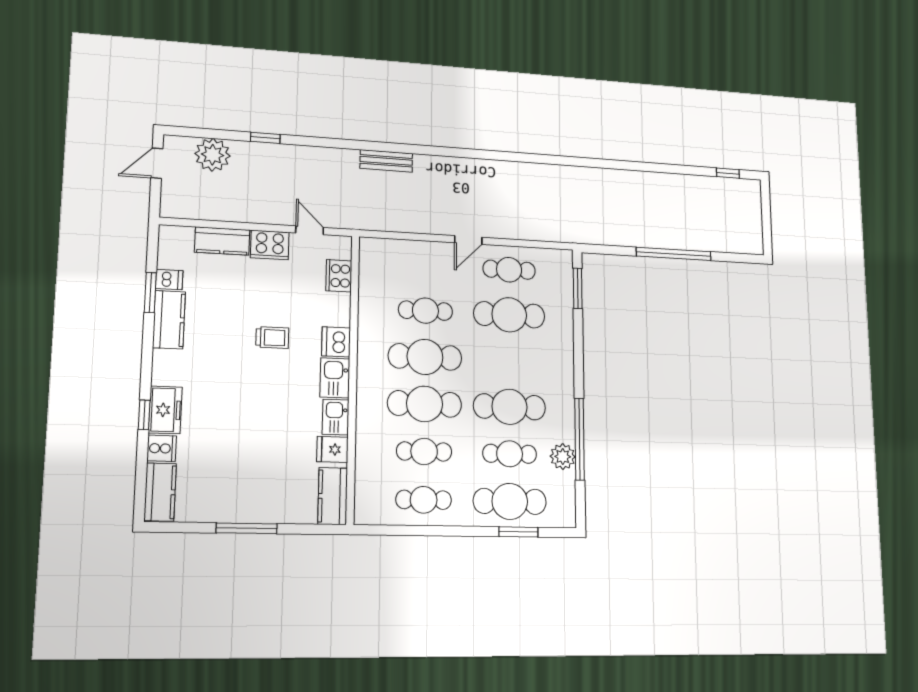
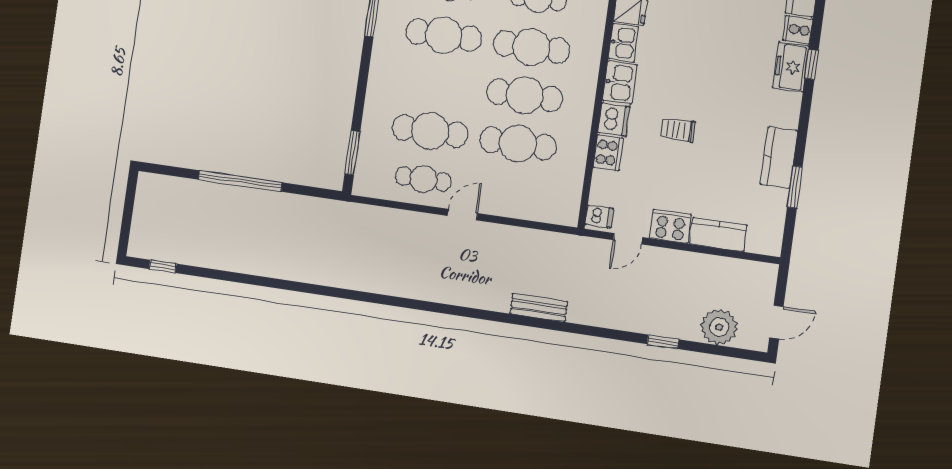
door: (310, 230) -> (628, 239), hinge flipped
cooker: (339, 276) -> (608, 153), moved
dishwasher: (169, 280) -> (599, 216), moved, turned 180
cafe table: (425, 311) -> (518, 143), width x1.37, depth x1.35

